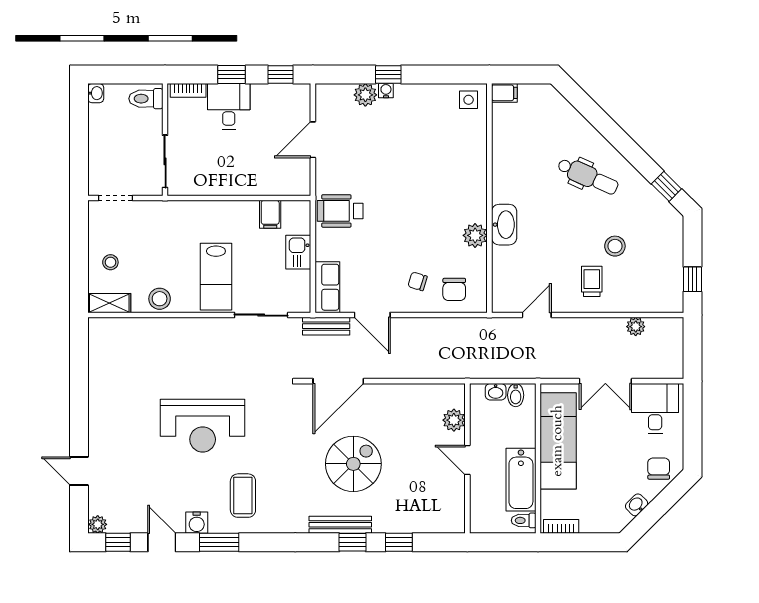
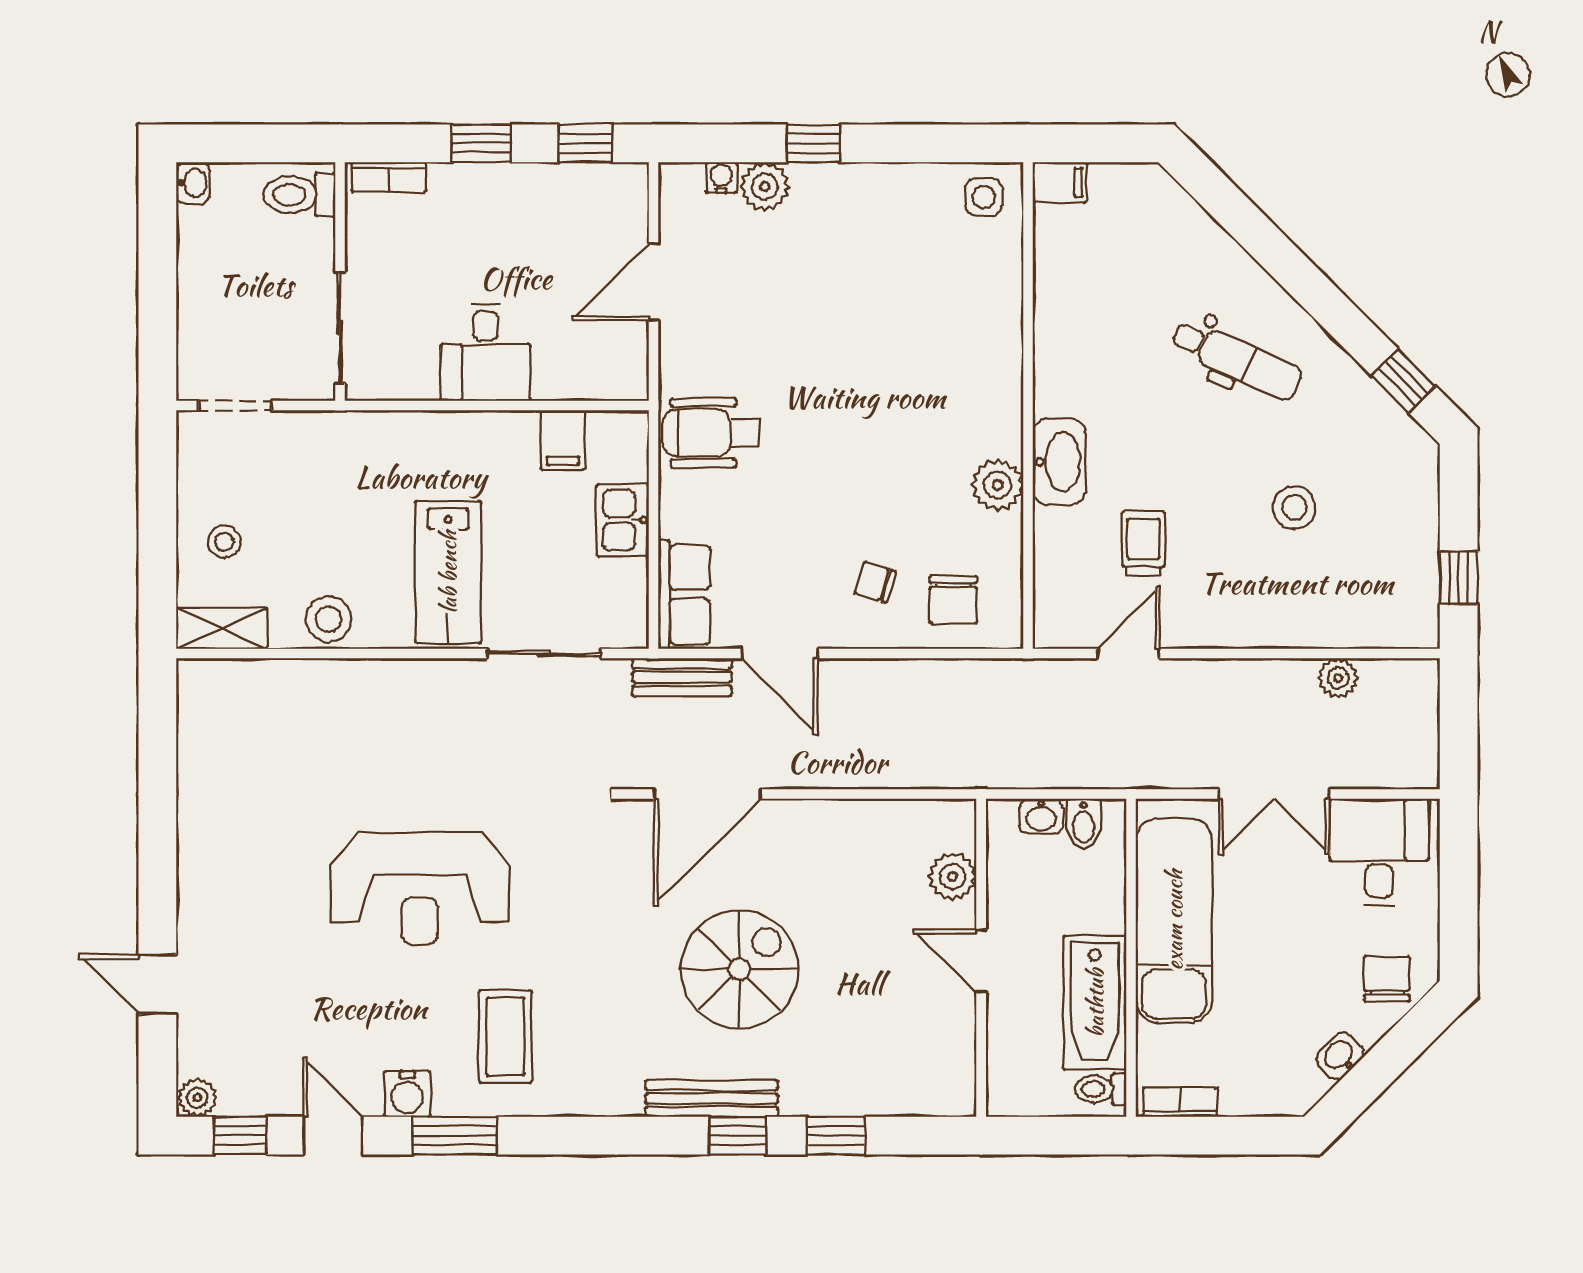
water cooler: (386, 91) -> (721, 178), moved
desk: (229, 106) -> (485, 352), moved, turned 180
trolley: (592, 281) -> (1143, 543), moved

